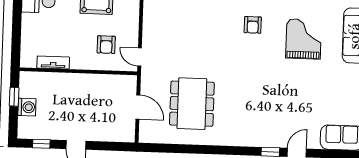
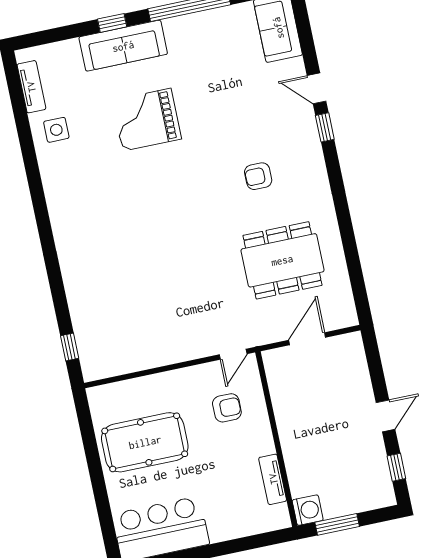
armchair: (253, 25) -> (258, 176), moved, turned 180
window: (14, 97) -> (337, 524), width x1.50
washing machine: (27, 107) -> (308, 510), moved, turned 90

